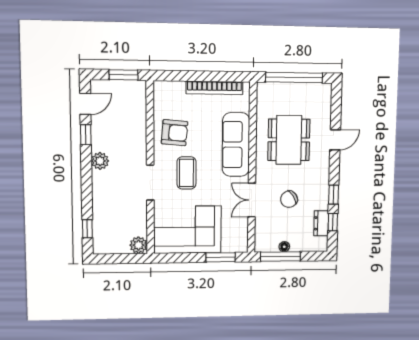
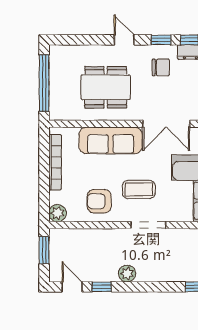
plant: (162, 90) -> (58, 213), added
armchair: (175, 133) -> (99, 201), turned -95
door: (335, 140) -> (124, 40), moved
chair: (289, 199) -> (161, 67), moved, turned -56
double door: (252, 200) -> (166, 124), width x1.37

